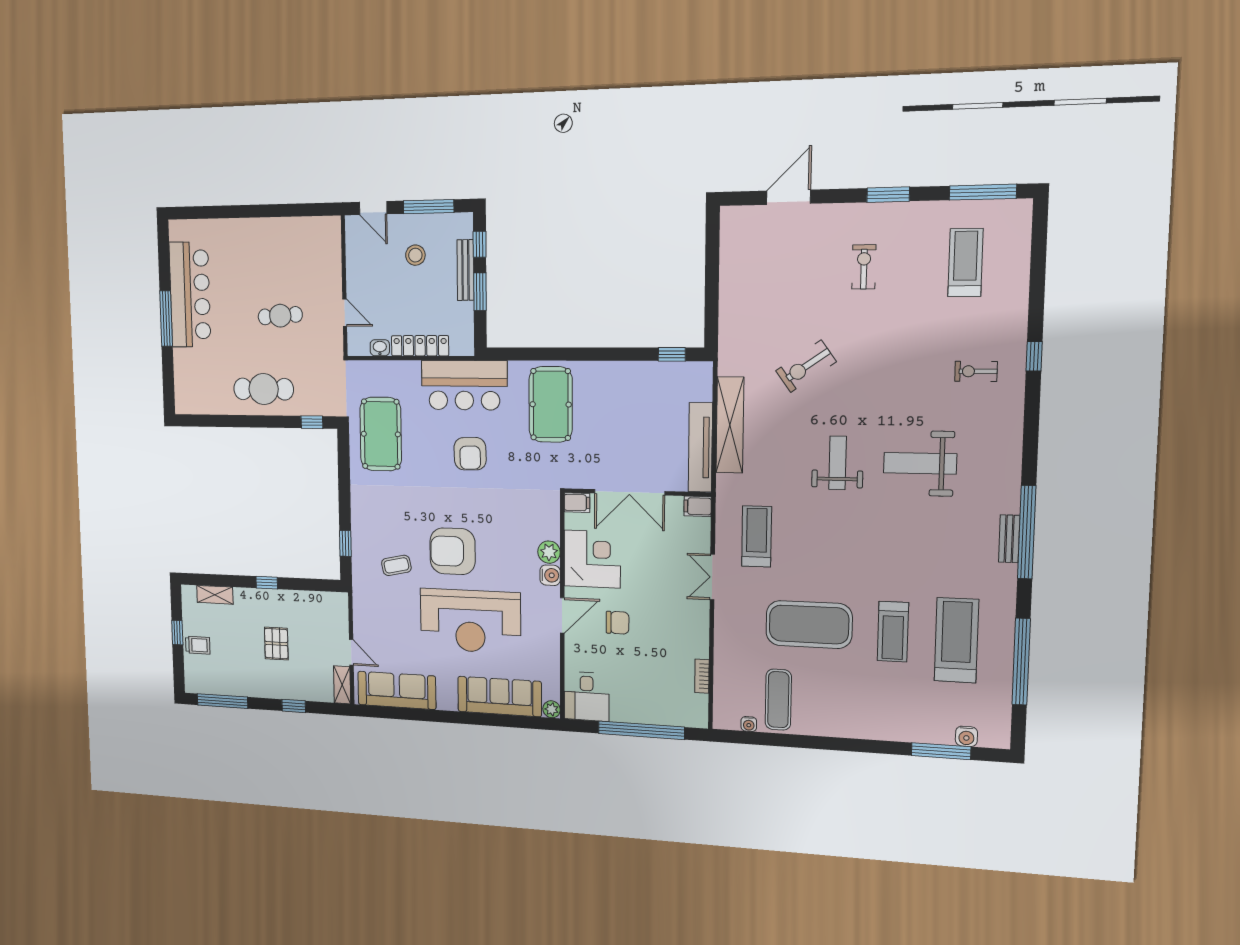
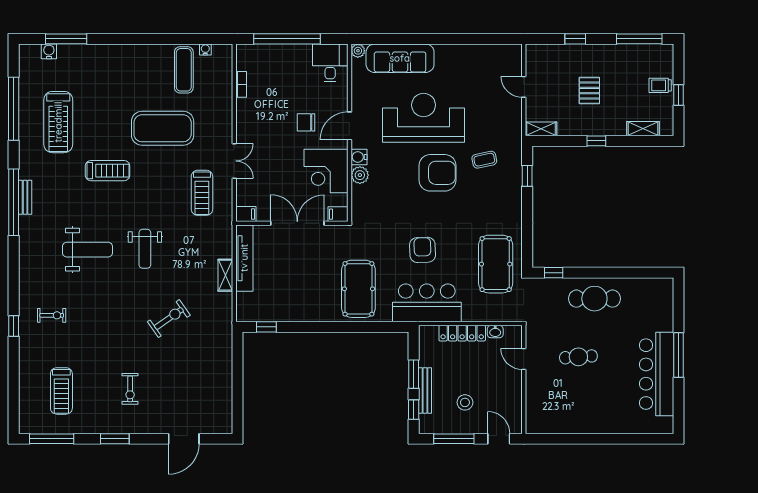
shelving: (730, 425) -> (225, 275), width x0.45, depth x0.75
treadmill: (893, 632) -> (108, 171), moved, turned 90
shelving: (342, 685) -> (541, 129), moved, turned 90
sofa: (397, 690) -> (486, 58), removed

